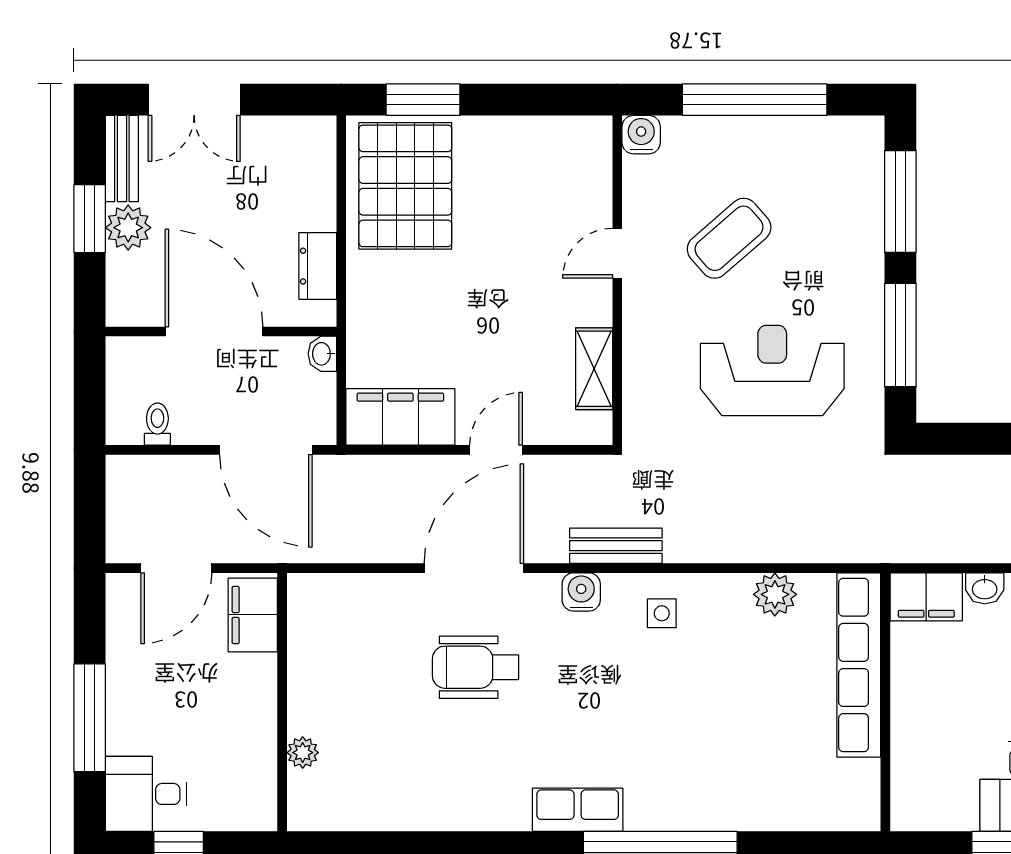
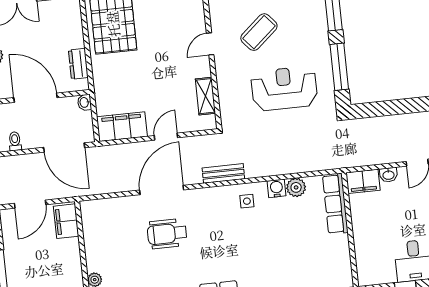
water cooler: (581, 592) -> (277, 188), moved
row of seats: (859, 665) -> (335, 204), width x0.73

